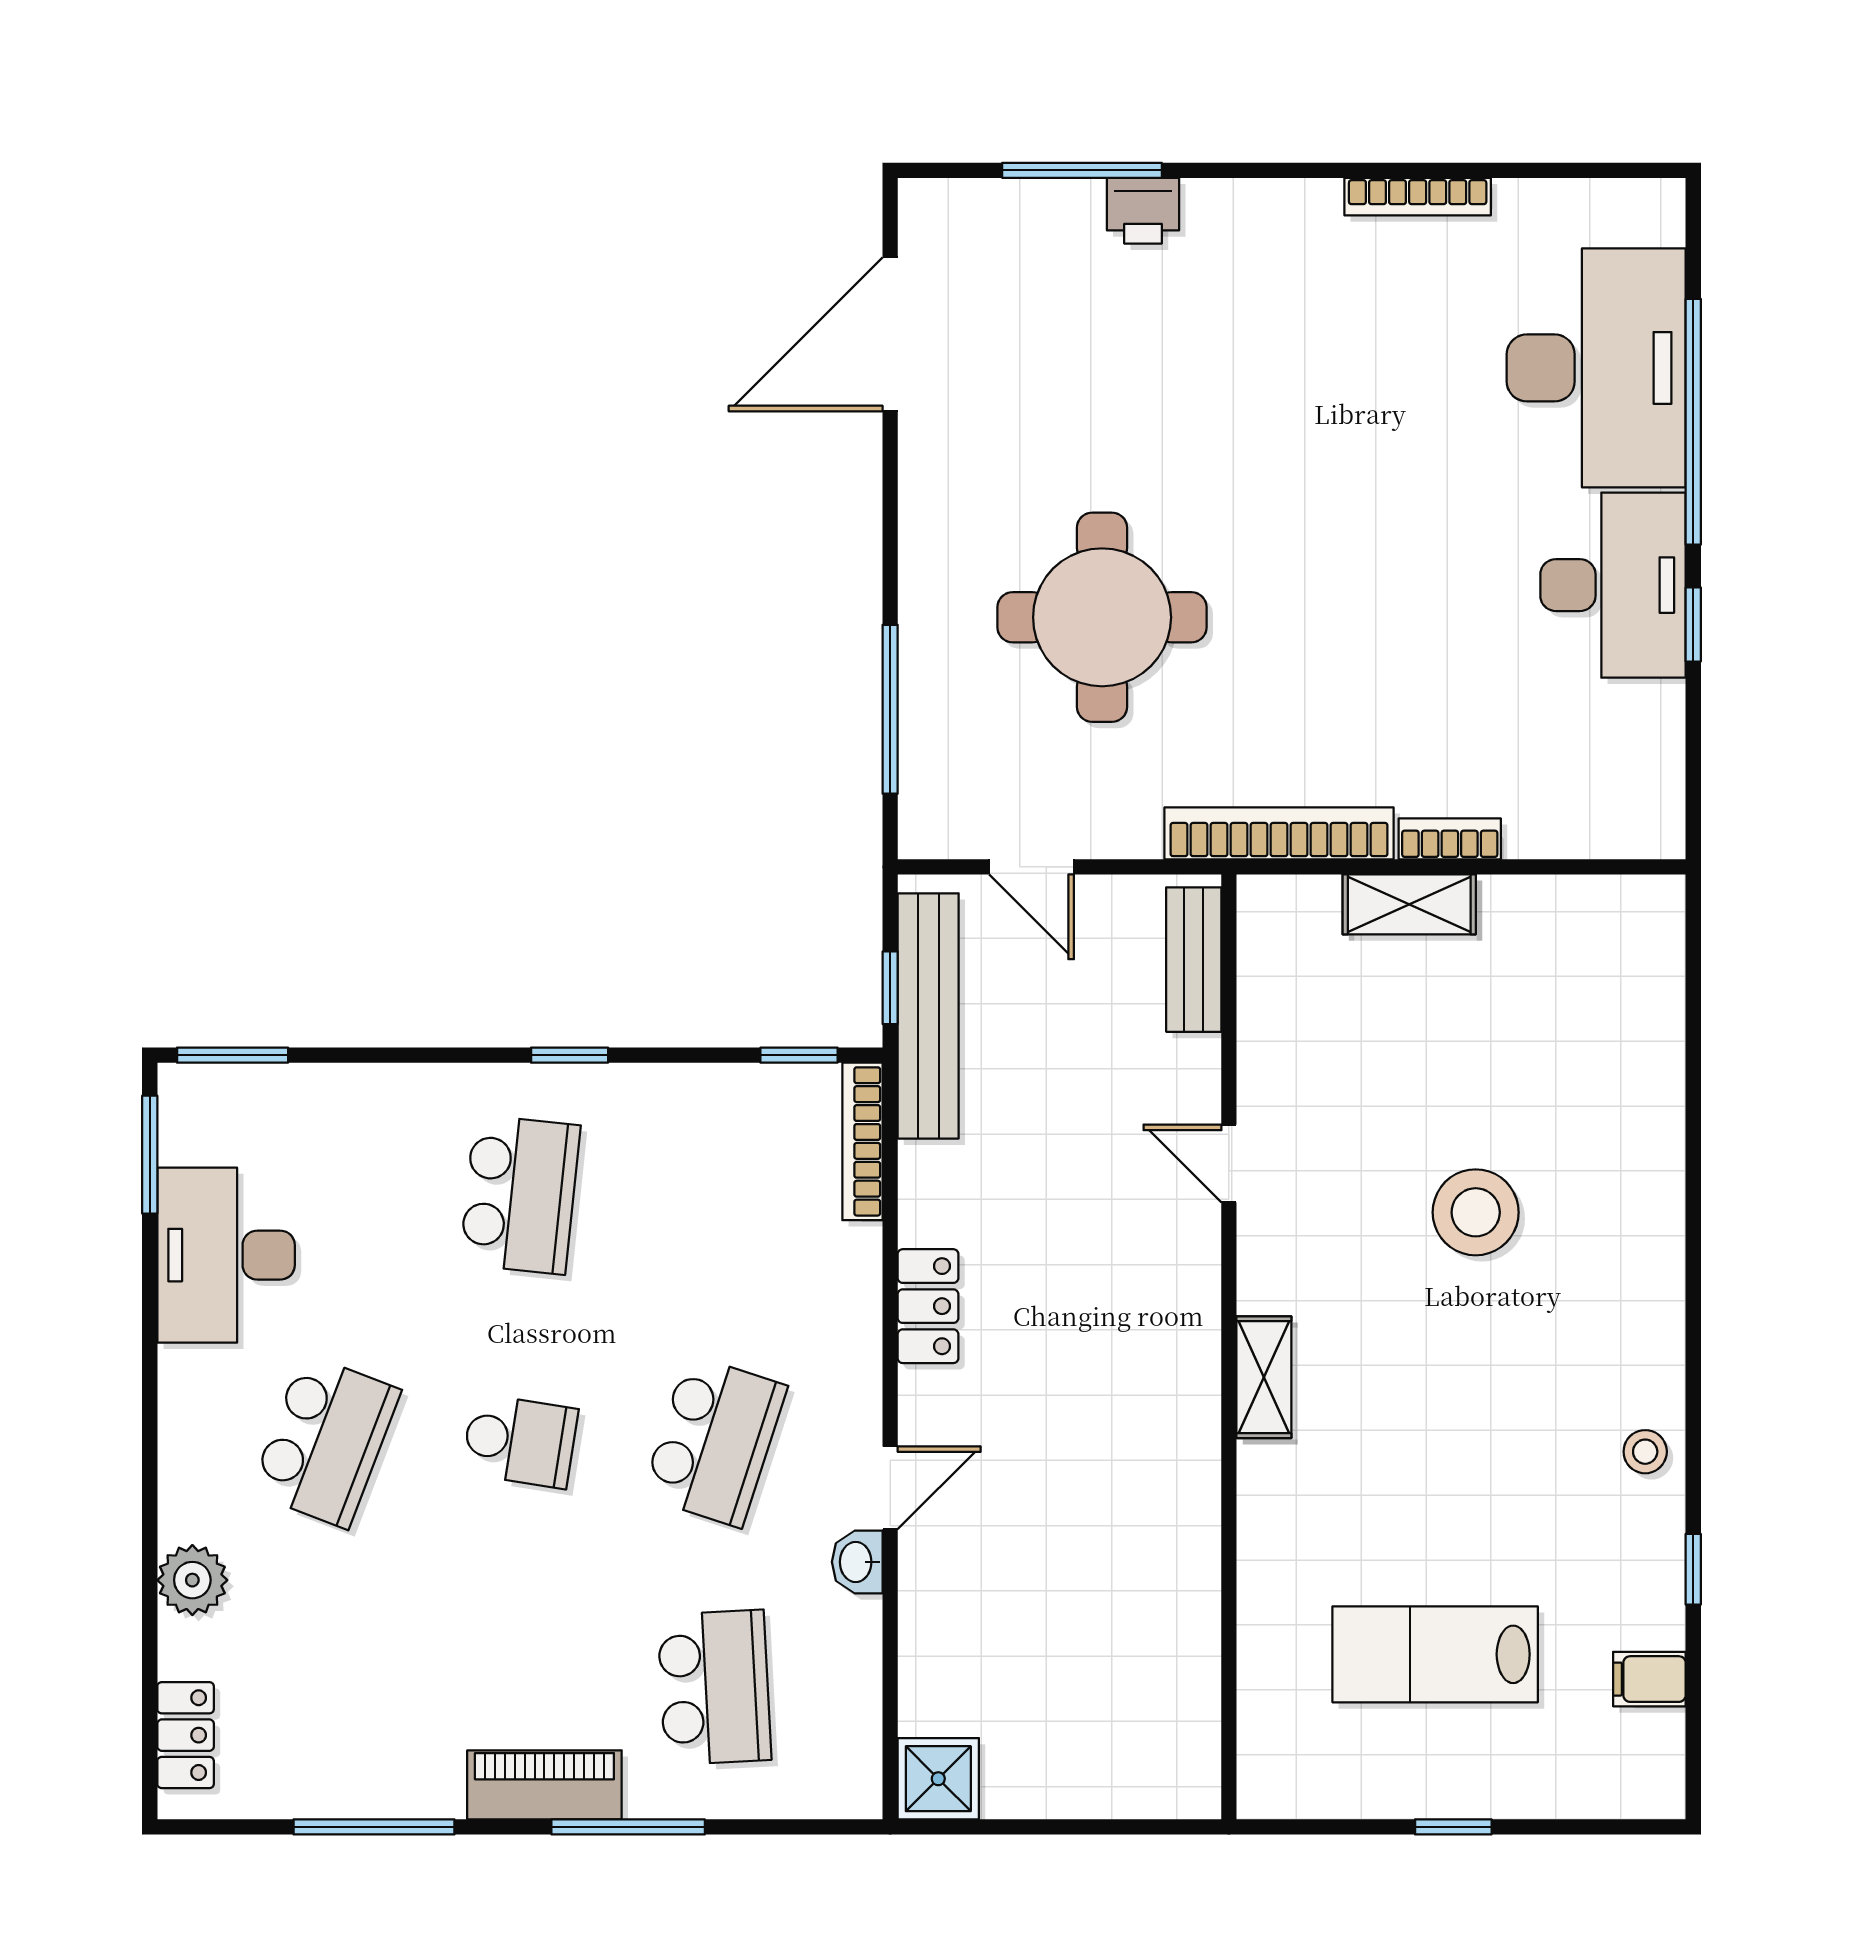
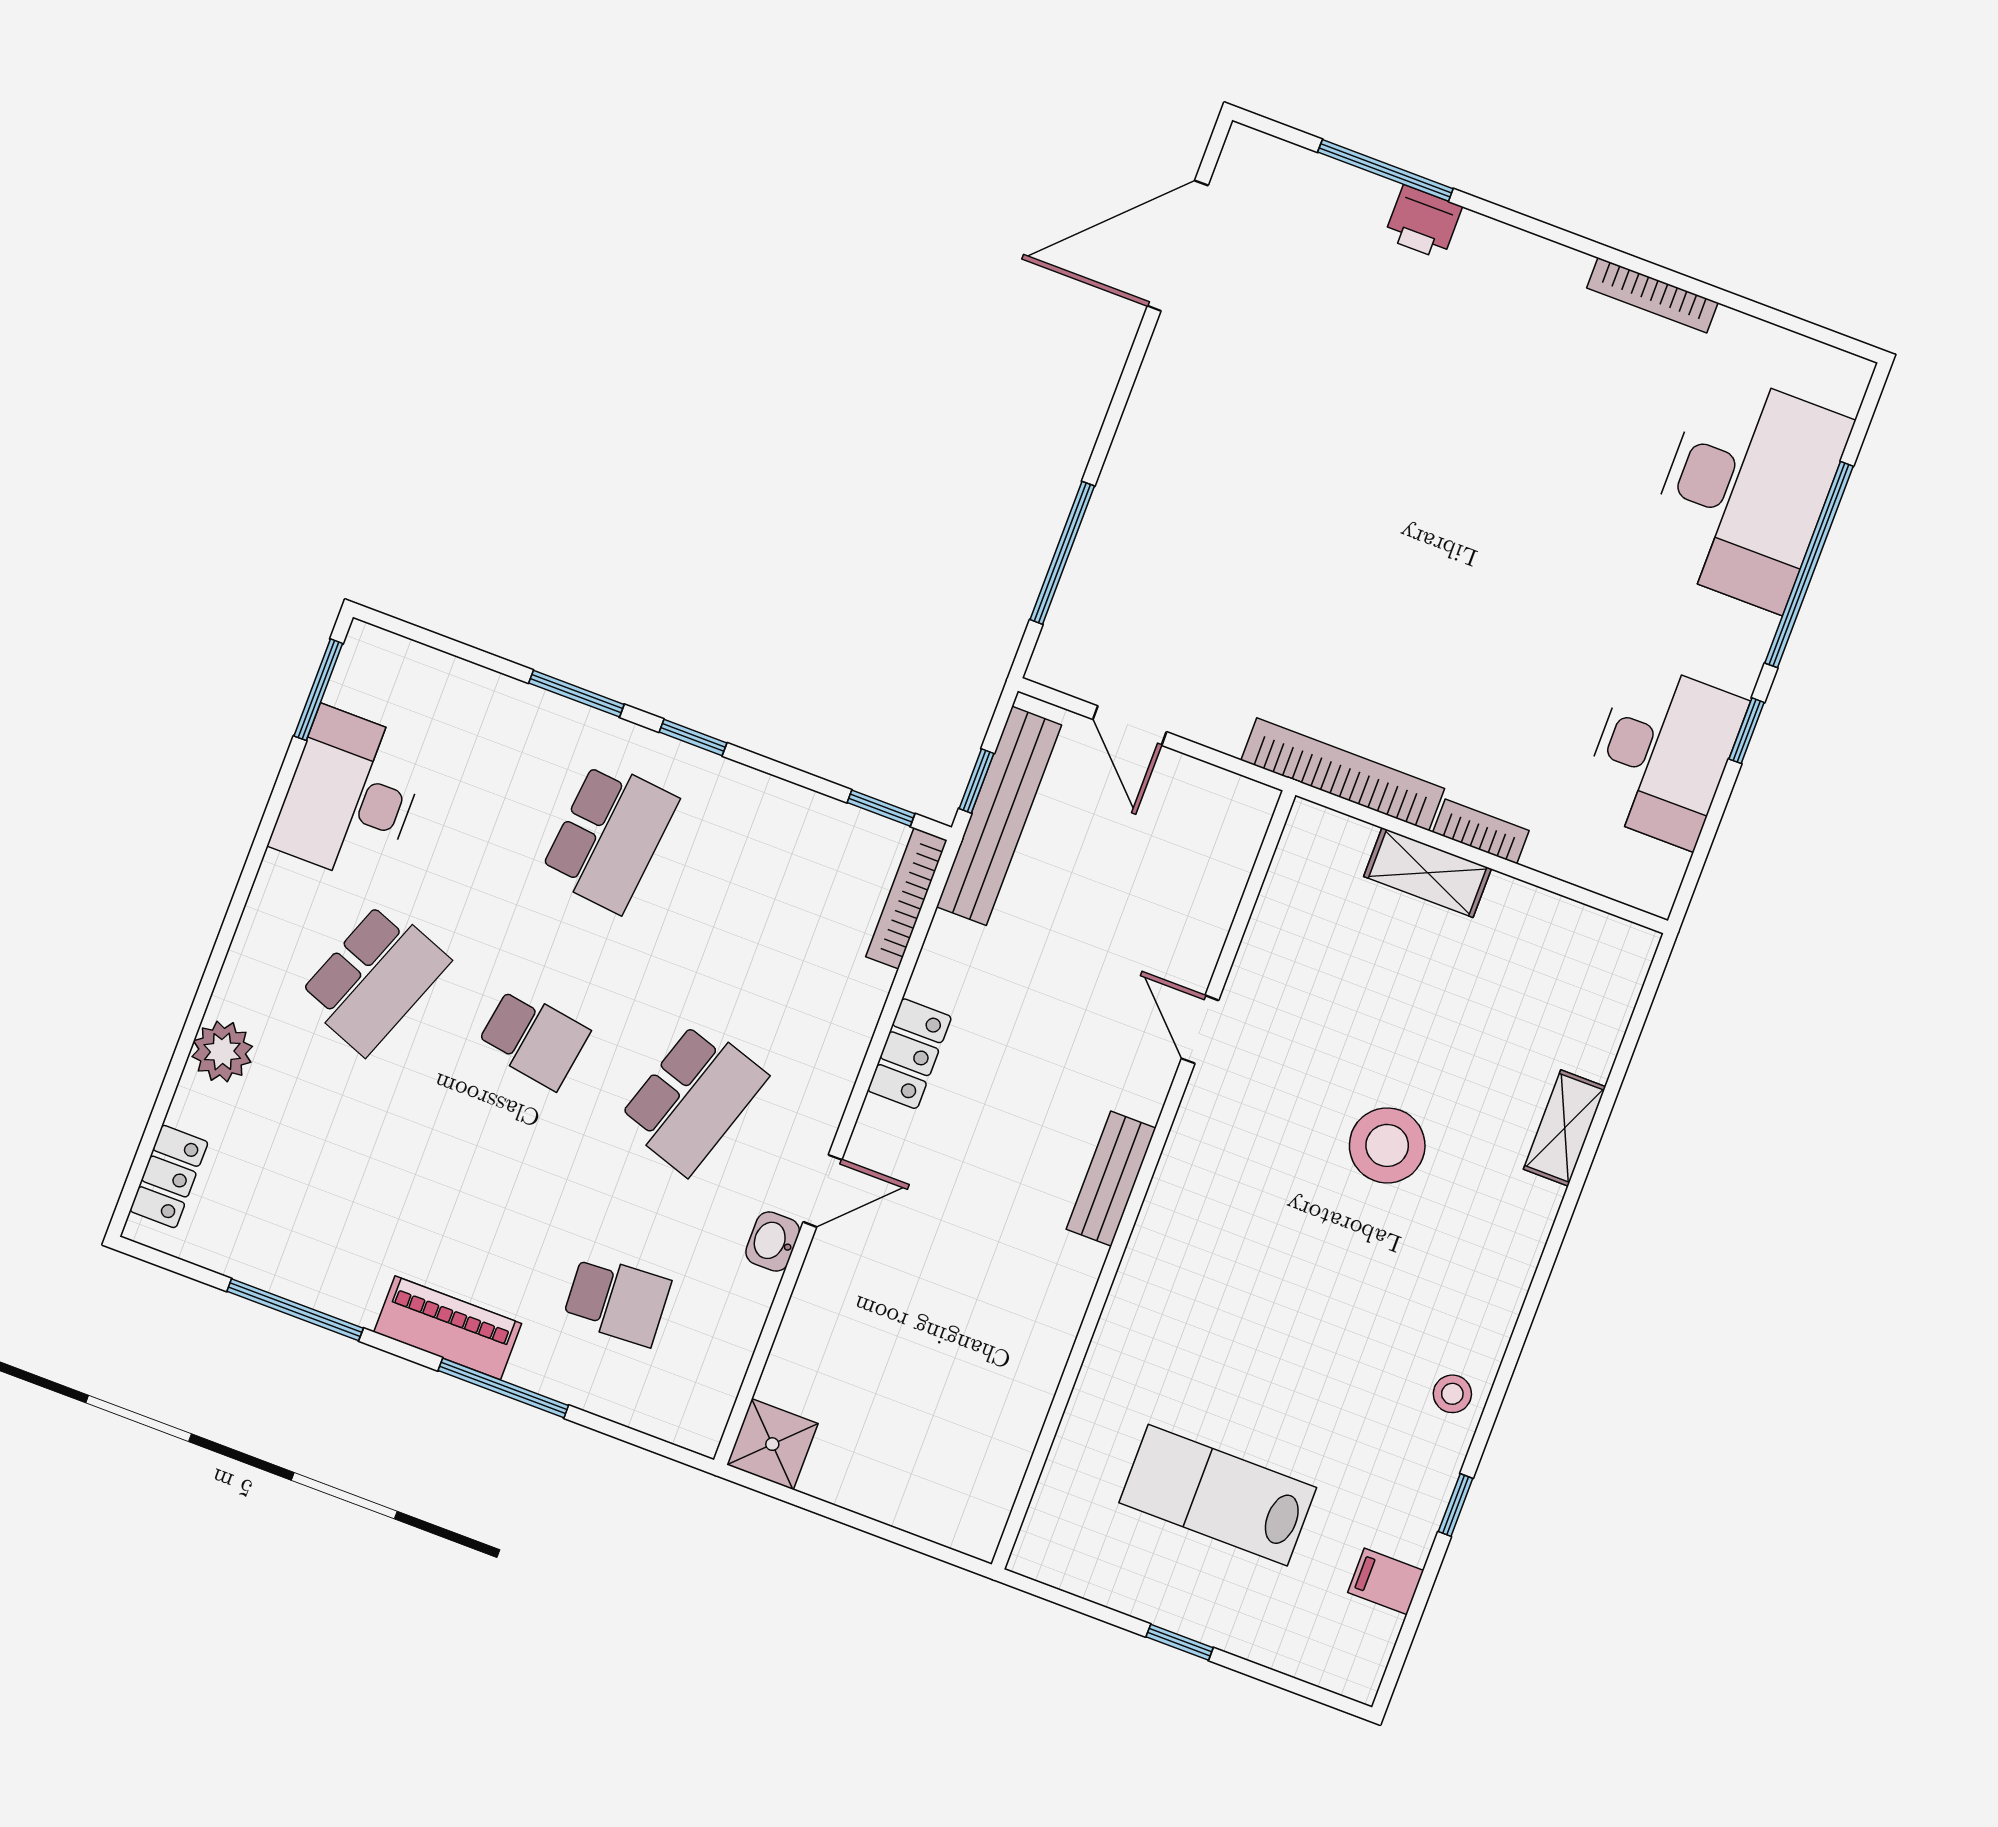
desk: (1613, 585) -> (1663, 754), moved
round table: (1102, 617) -> (1264, 543), removed
bench: (1194, 960) -> (1111, 1179), moved
window: (233, 1055) -> (576, 694), moved
shelving: (1264, 1377) -> (1565, 1128), moved
school desk: (714, 1687) -> (617, 1300), width x0.54

